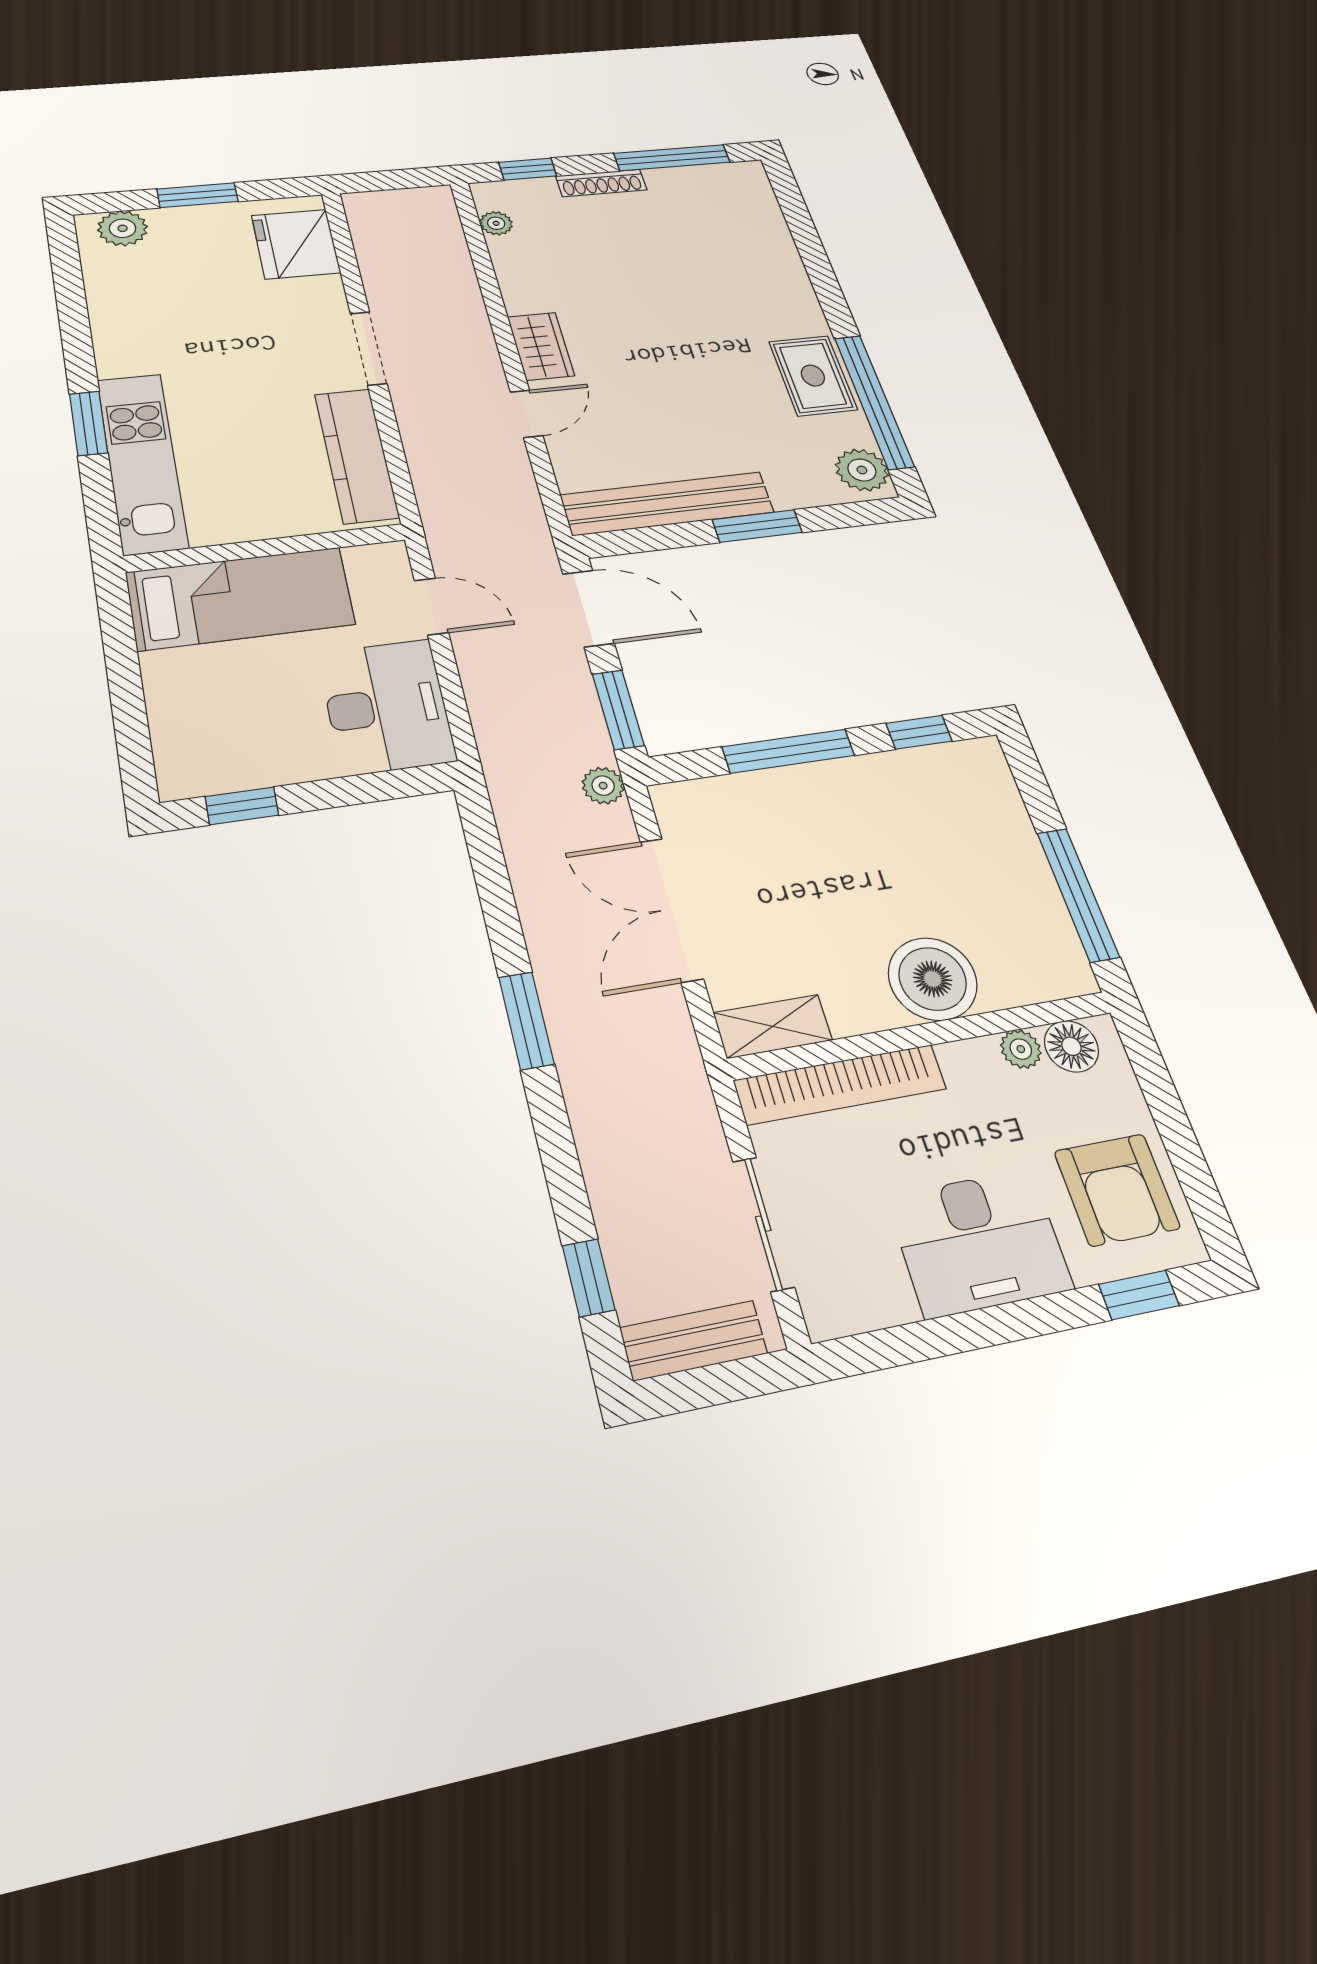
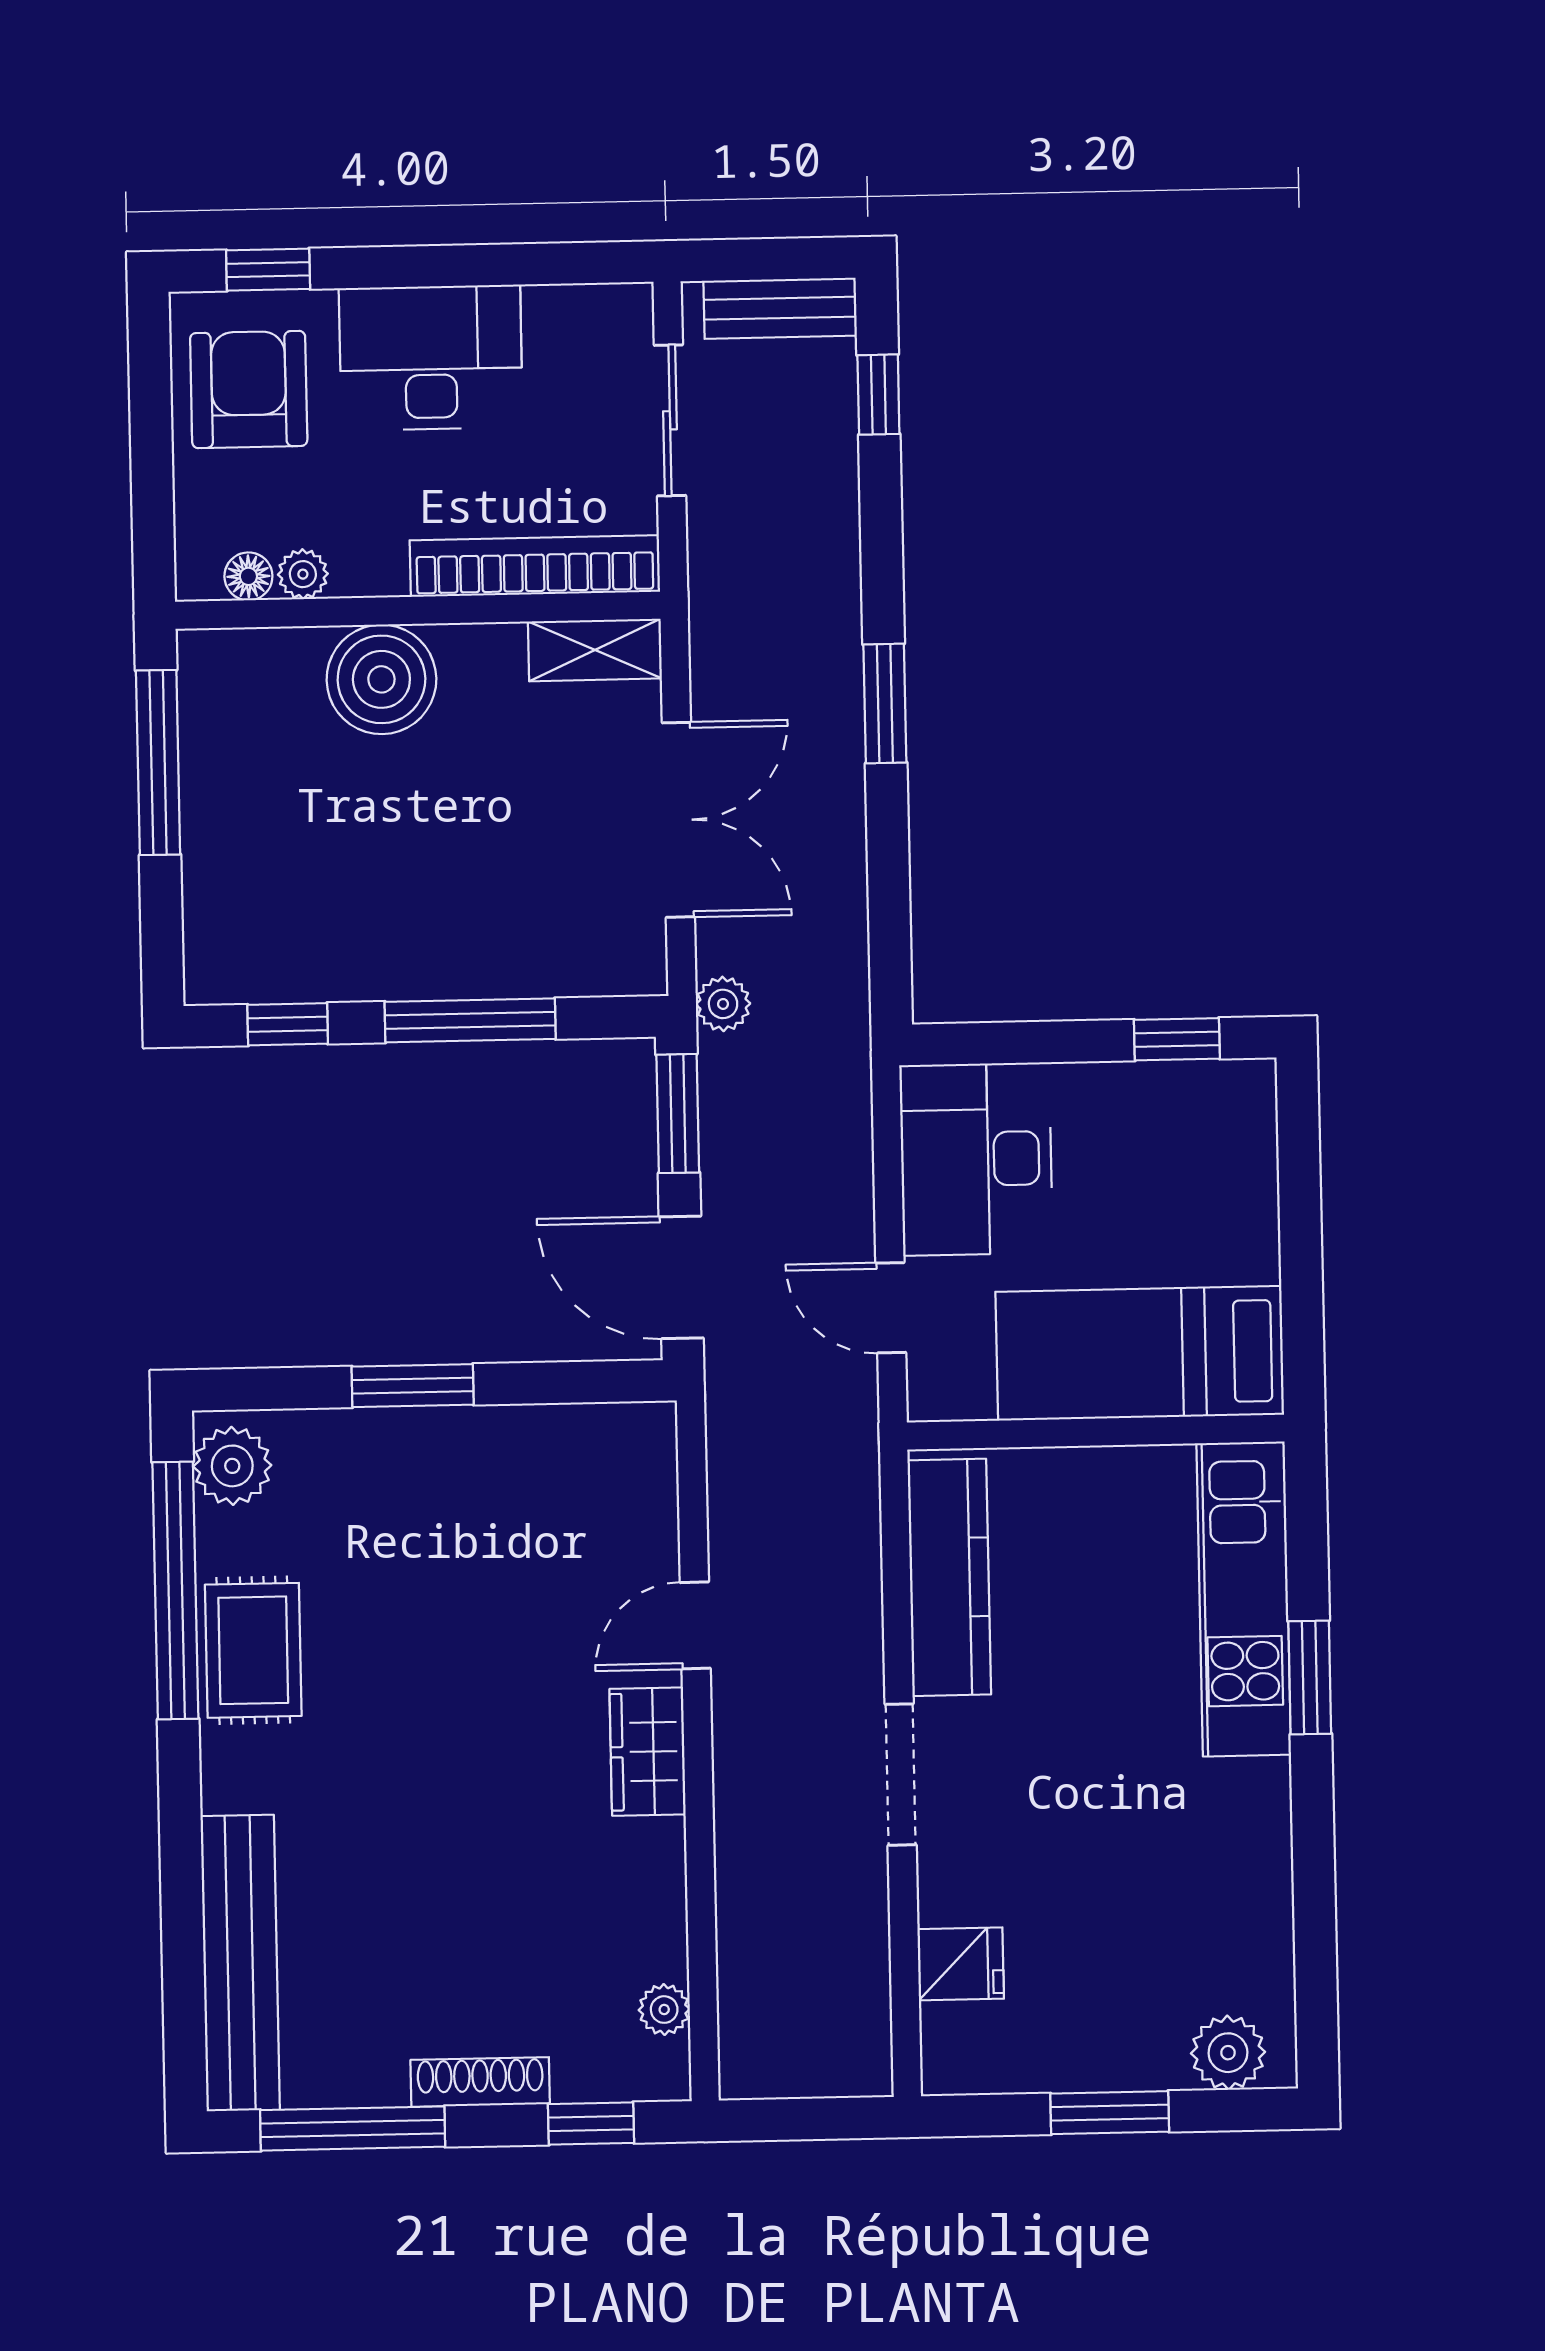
fridge: (296, 244) -> (961, 1964), width x0.53, depth x0.75
bench: (667, 504) -> (240, 1963), moved, turned 90
floor lamp: (1071, 1046) -> (248, 576), width x0.73, depth x0.73

